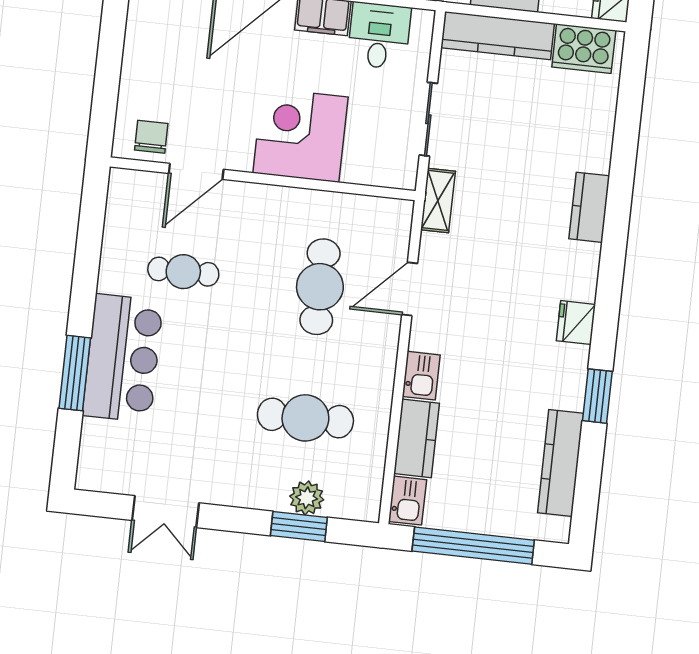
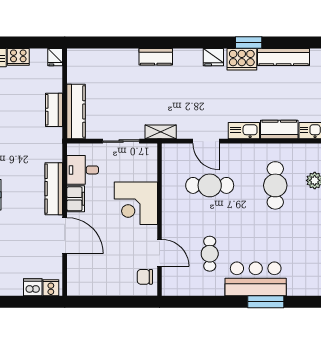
cooker: (584, 49) -> (242, 59), moved, turned 90
kitchen sink: (421, 376) -> (244, 131), width x1.38

